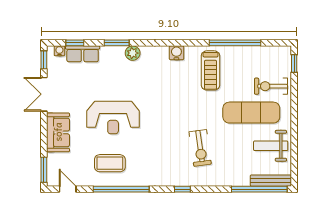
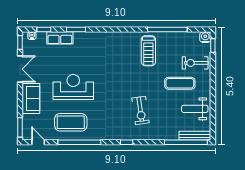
plant: (133, 53) -> (88, 37), removed
water cooler: (176, 53) -> (205, 37), moved
row of seats: (83, 54) -> (60, 38), moved
double door: (44, 94) -> (20, 69), swing flipped
exercise mat: (251, 113) -> (180, 83), width x0.73, depth x0.69
reception desk: (113, 118) -> (73, 87), turned 180
coffee table: (110, 163) -> (71, 122), width x1.36, depth x1.32

